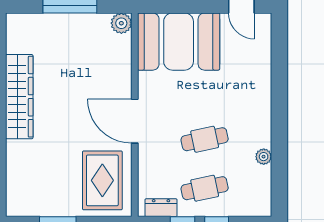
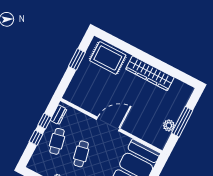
plant: (121, 23) -> (169, 125), moved
rug: (102, 180) -> (108, 58), moved

